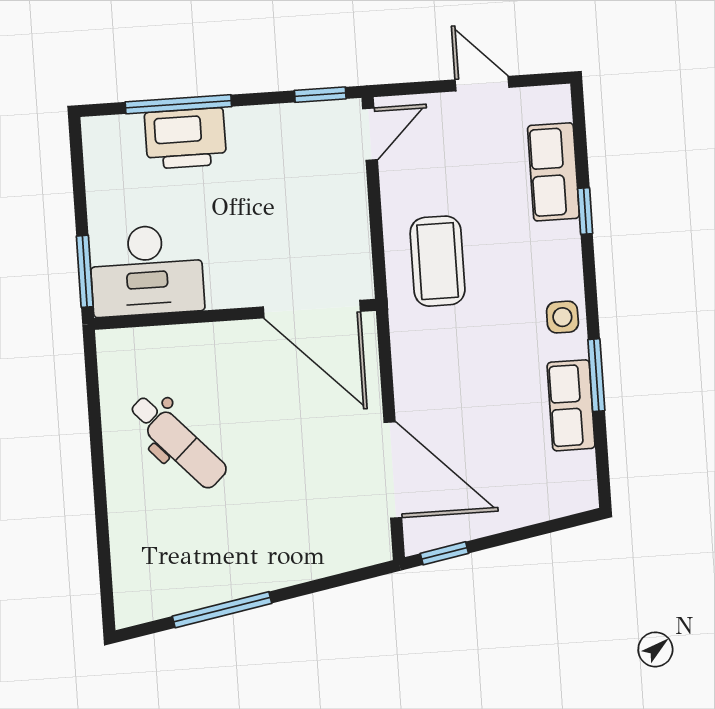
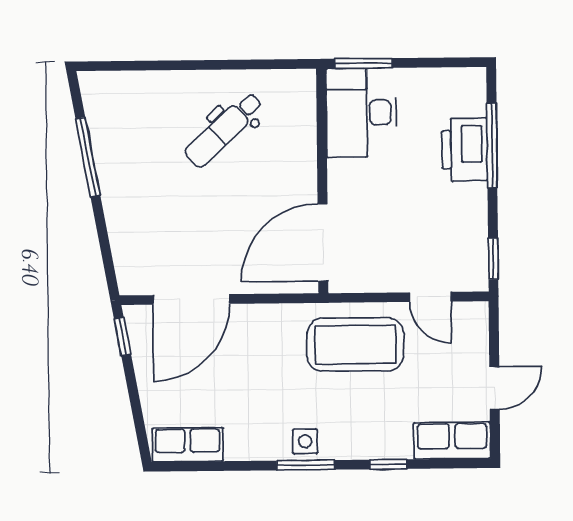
door: (370, 134) -> (430, 297), moved
row of seats: (553, 172) -> (452, 441), moved
coffee table: (438, 261) -> (355, 345), width x1.36, depth x1.32
window: (596, 375) -> (306, 465), moved
row of seats: (571, 405) -> (188, 445), moved

